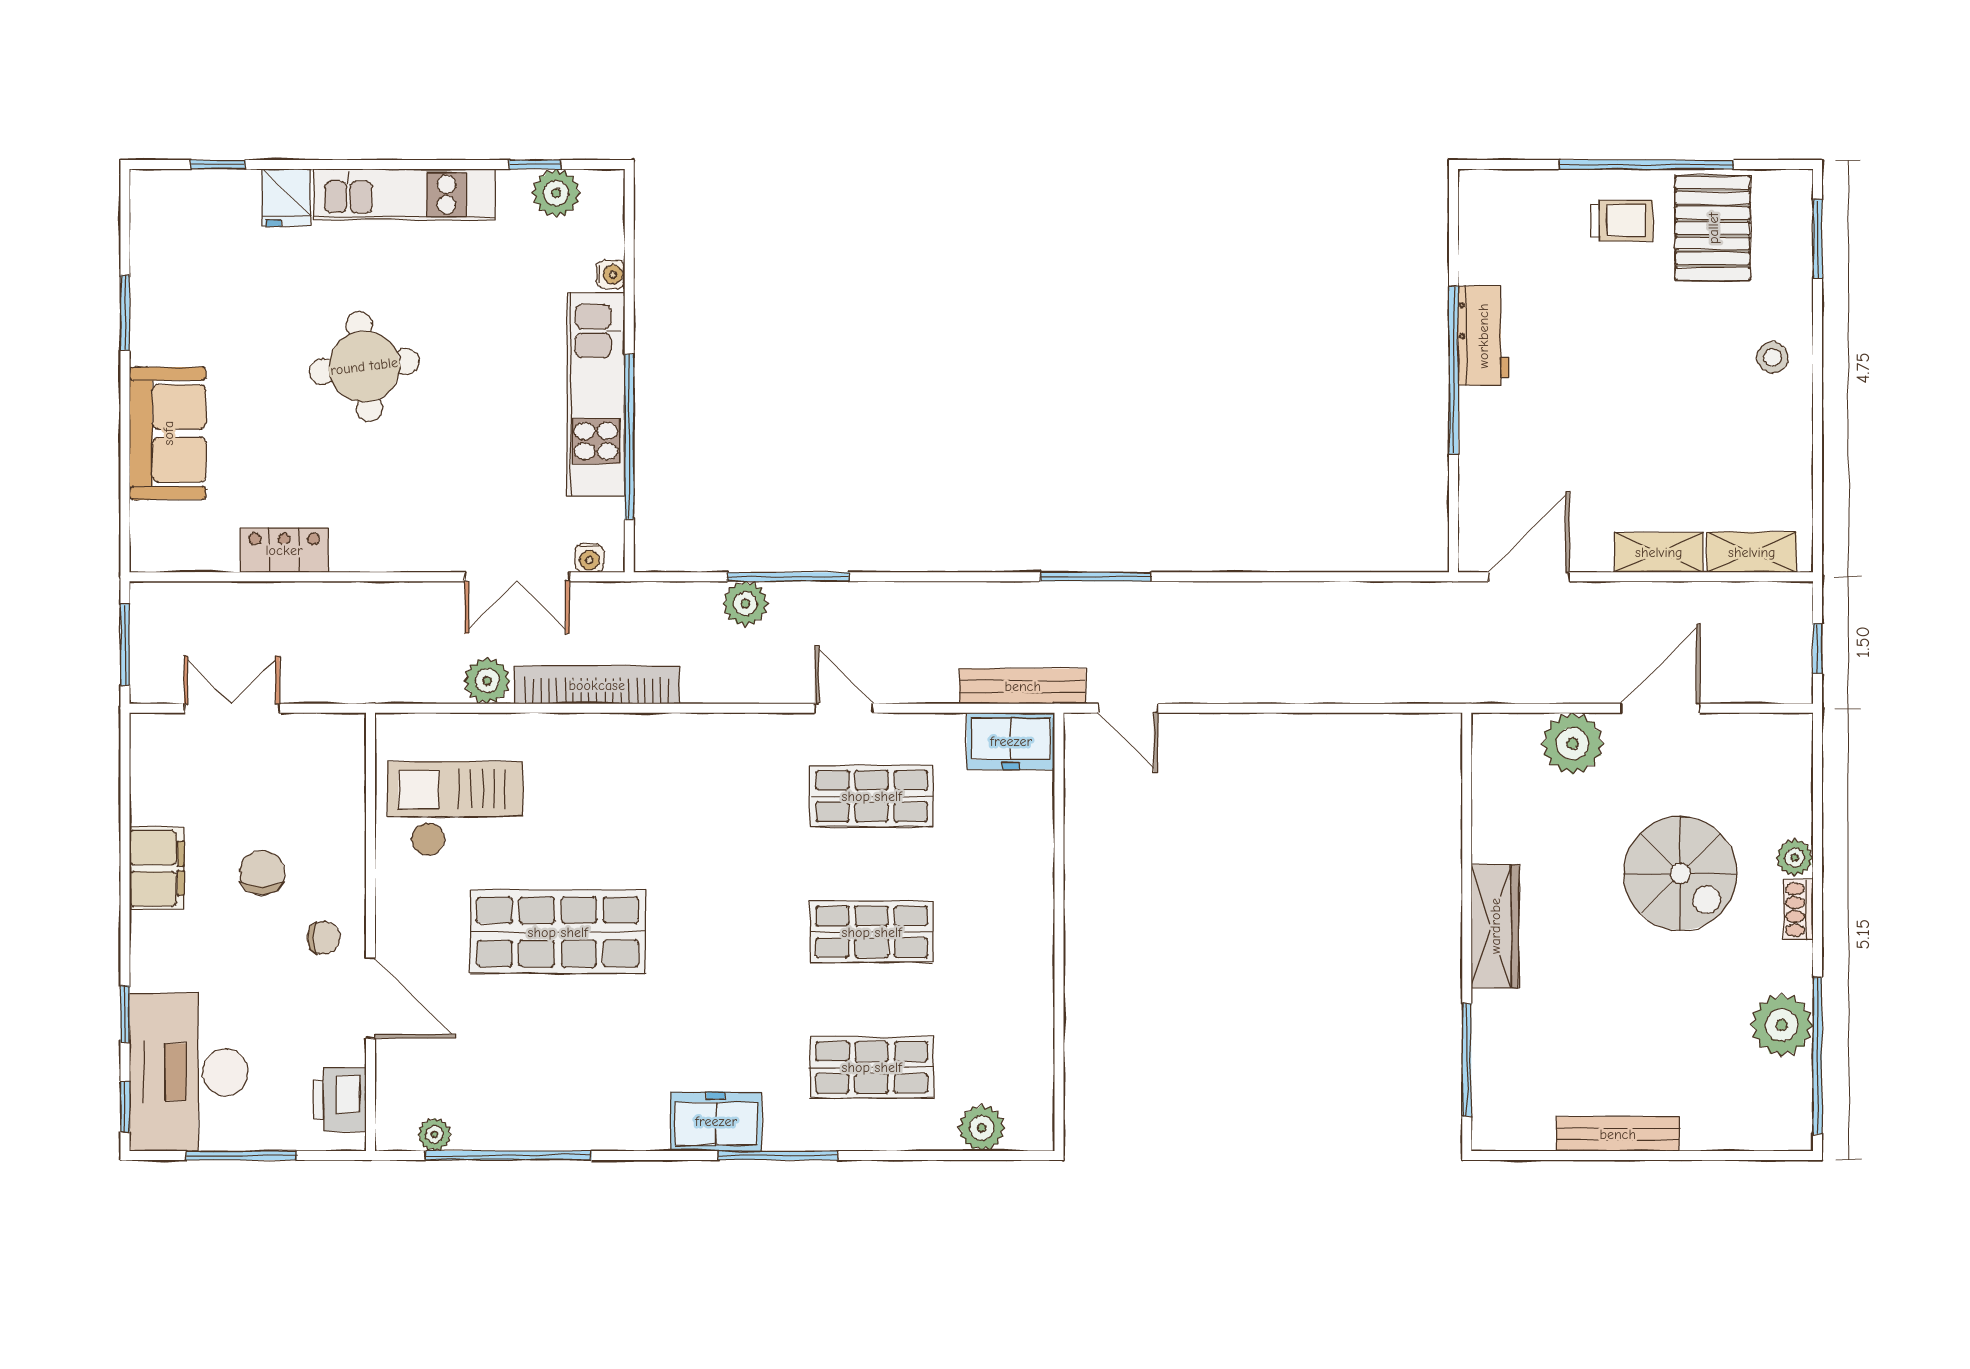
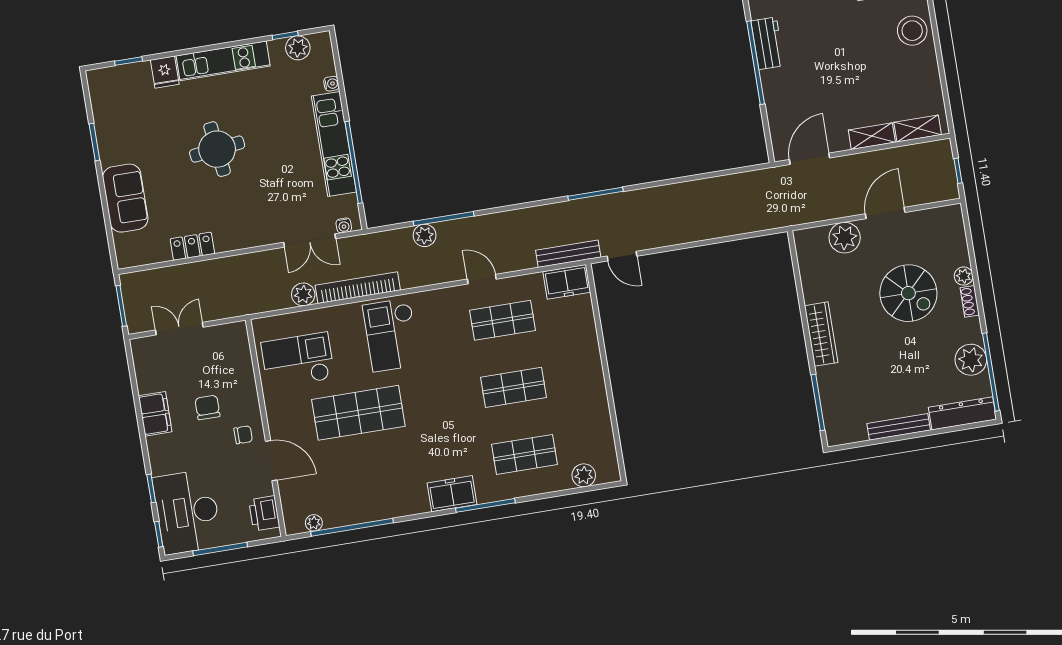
stool: (1773, 357) -> (912, 31), width x1.89, depth x1.89
checkout: (648, 789) -> (391, 335), added
dresser: (1748, 1128) -> (962, 413), added

